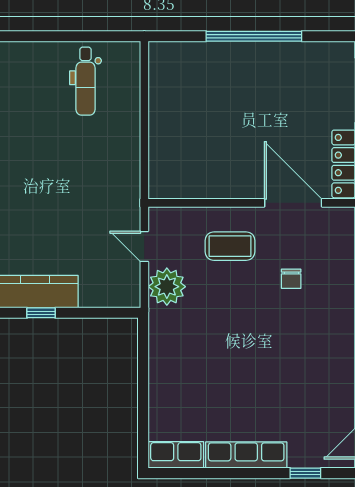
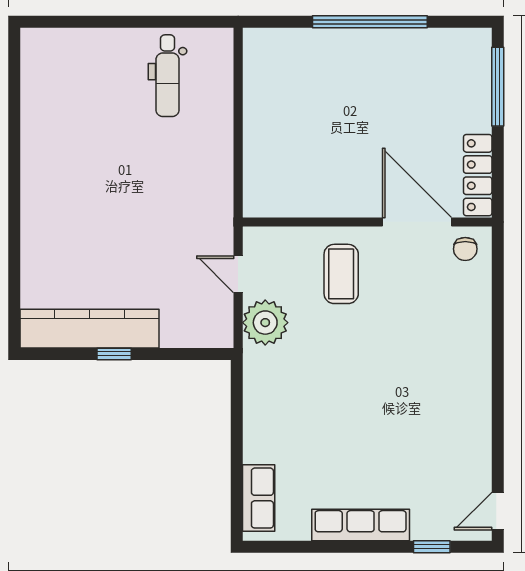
coffee table: (230, 246) -> (341, 274), turned 90
chair: (291, 279) -> (465, 249), moved
row of seats: (176, 455) -> (259, 498), moved, turned 90

